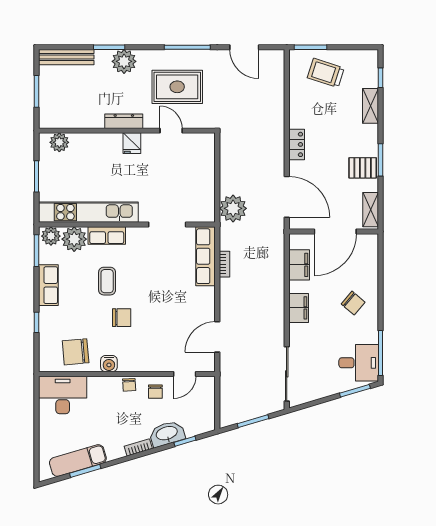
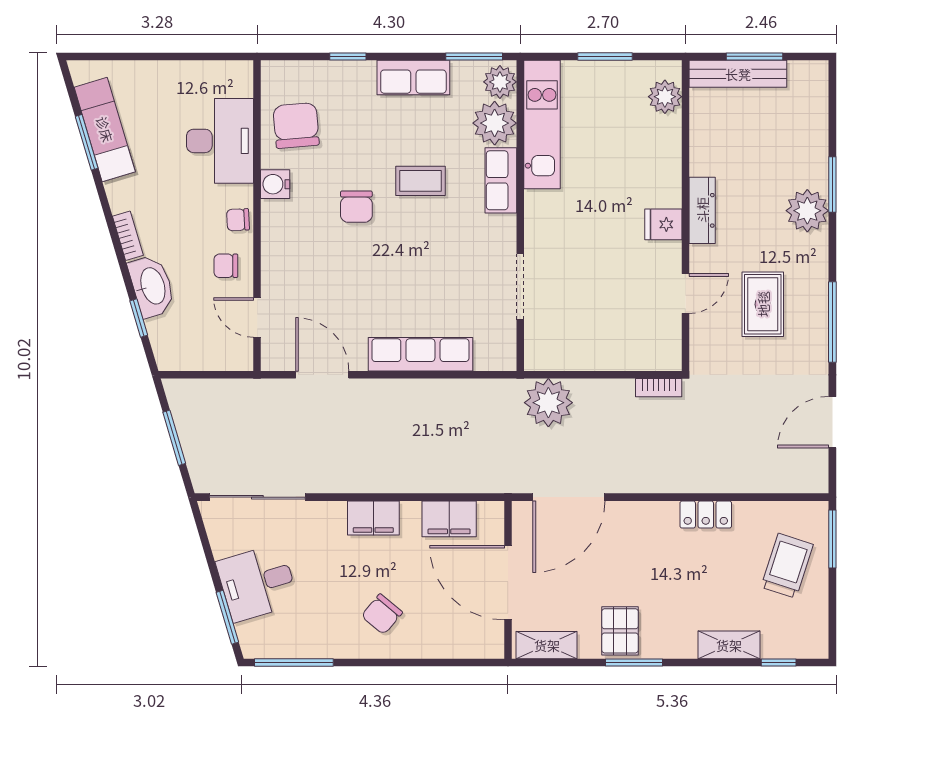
bench: (66, 57) -> (738, 74), moved, turned 90
rug: (177, 87) -> (763, 304), width x0.73, depth x0.70
locker: (297, 144) -> (706, 515), moved
kitchen unit: (88, 212) -> (542, 124), width x0.73
row of seats: (206, 256) -> (420, 354), moved
bookcase: (225, 264) -> (659, 388), moved
desk: (359, 363) -> (257, 583), moved, turned 73
desk: (63, 395) -> (220, 141), moved

